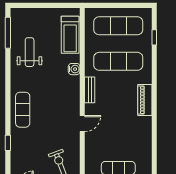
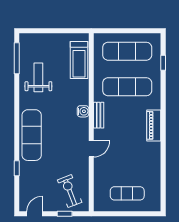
water cooler: (74, 69) -> (83, 111), moved
exercise mat: (23, 110) -> (32, 135), width x1.36, depth x1.45

